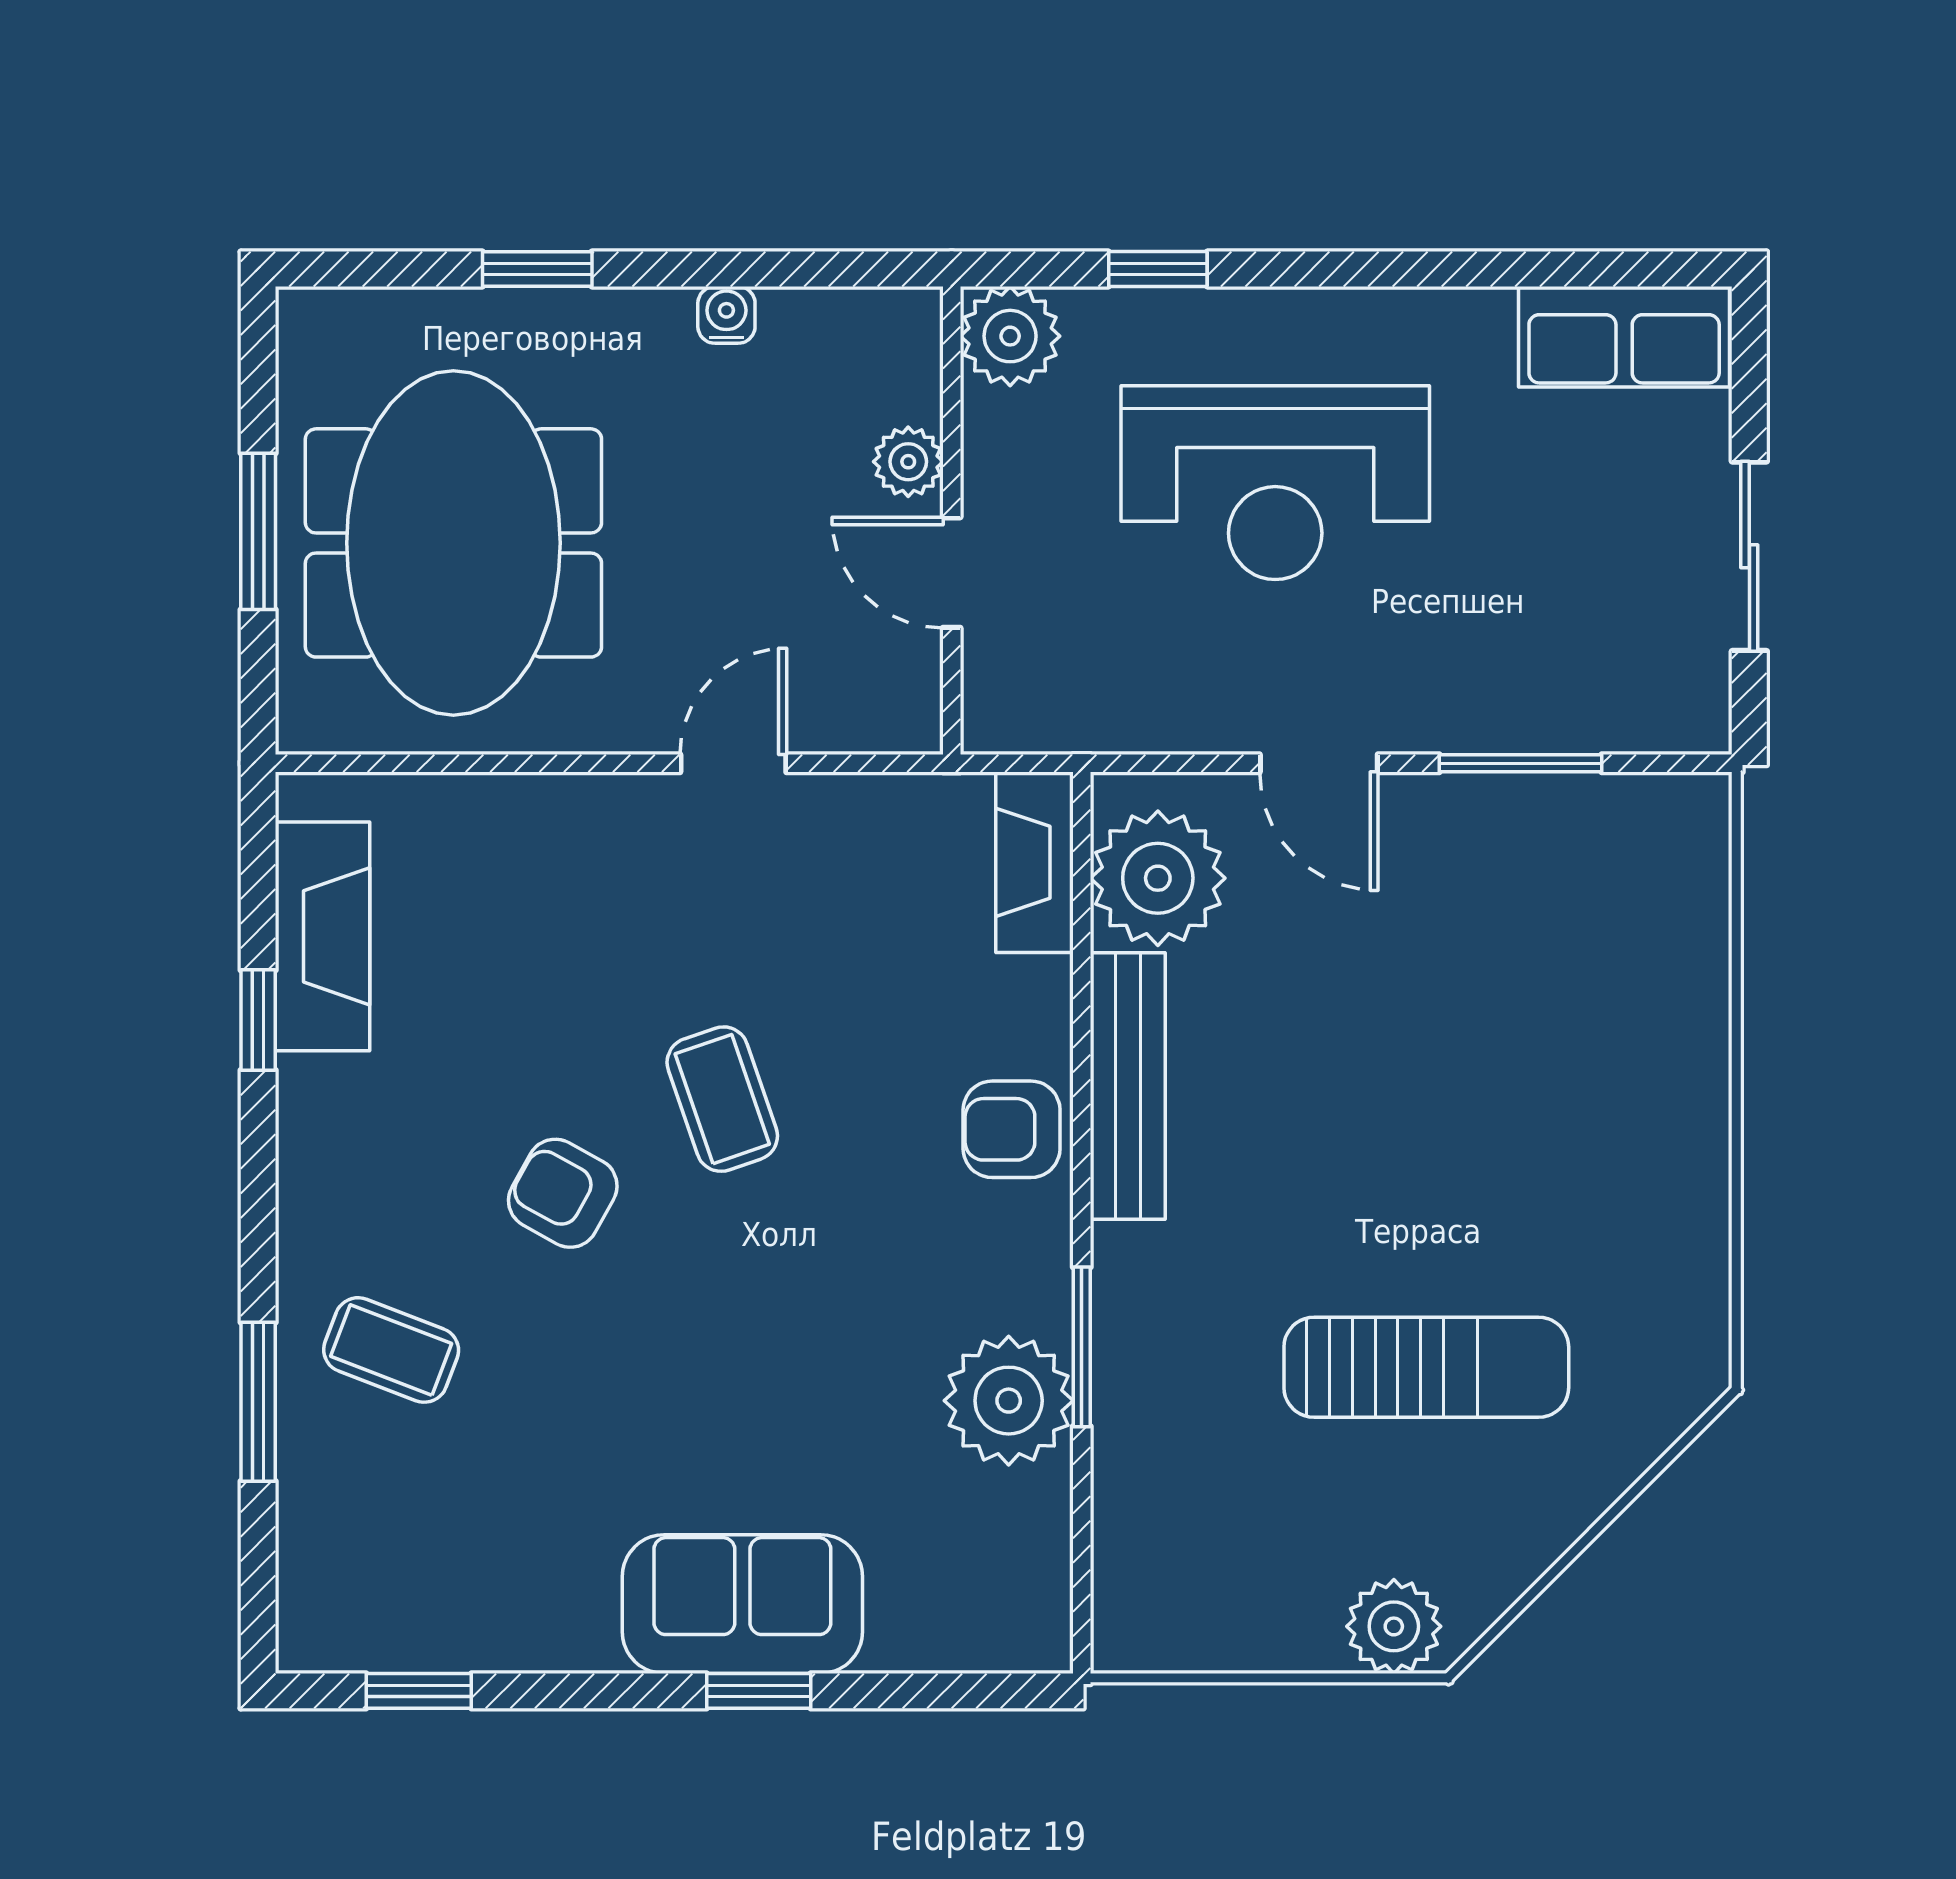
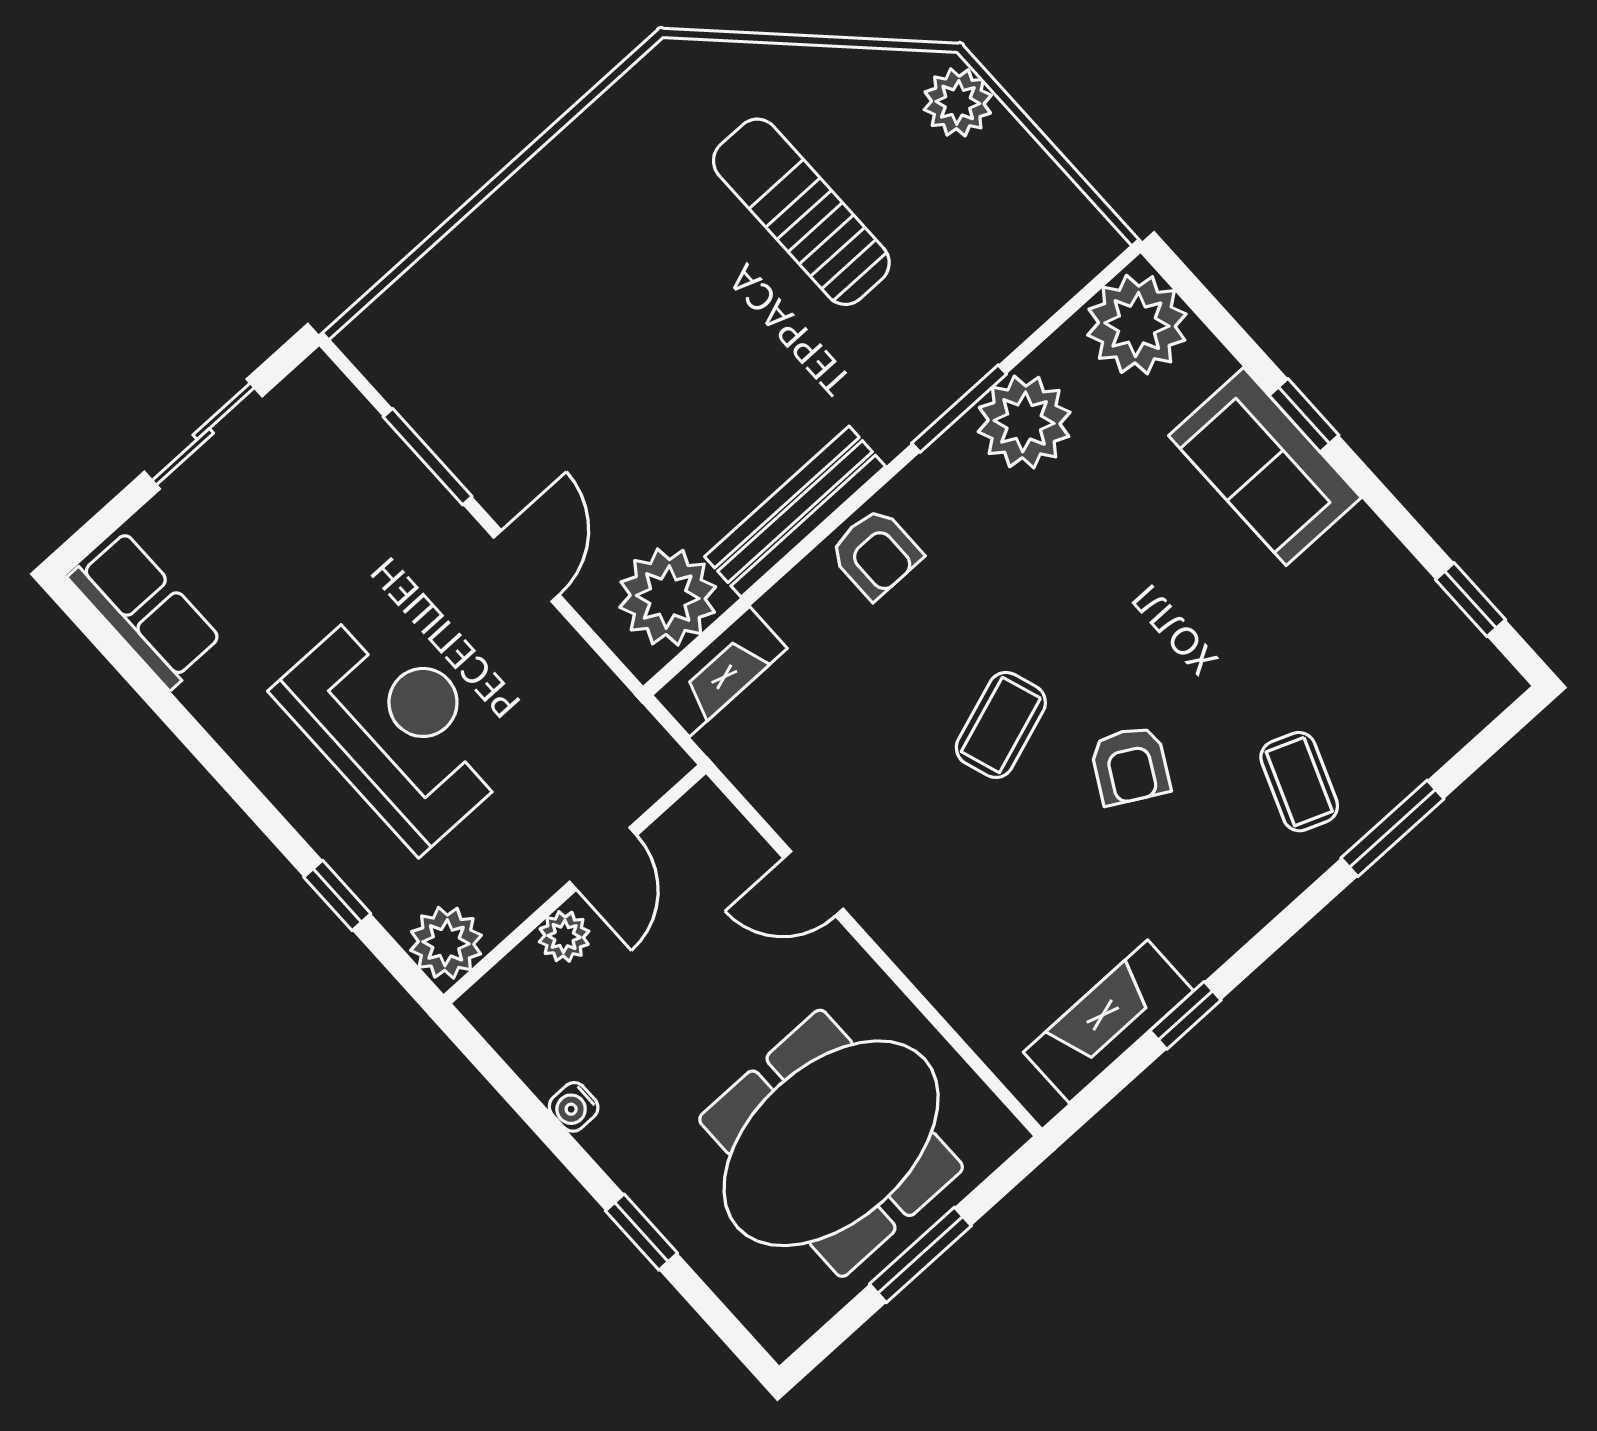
plant: (1004, 1604) -> (1137, 325), added

